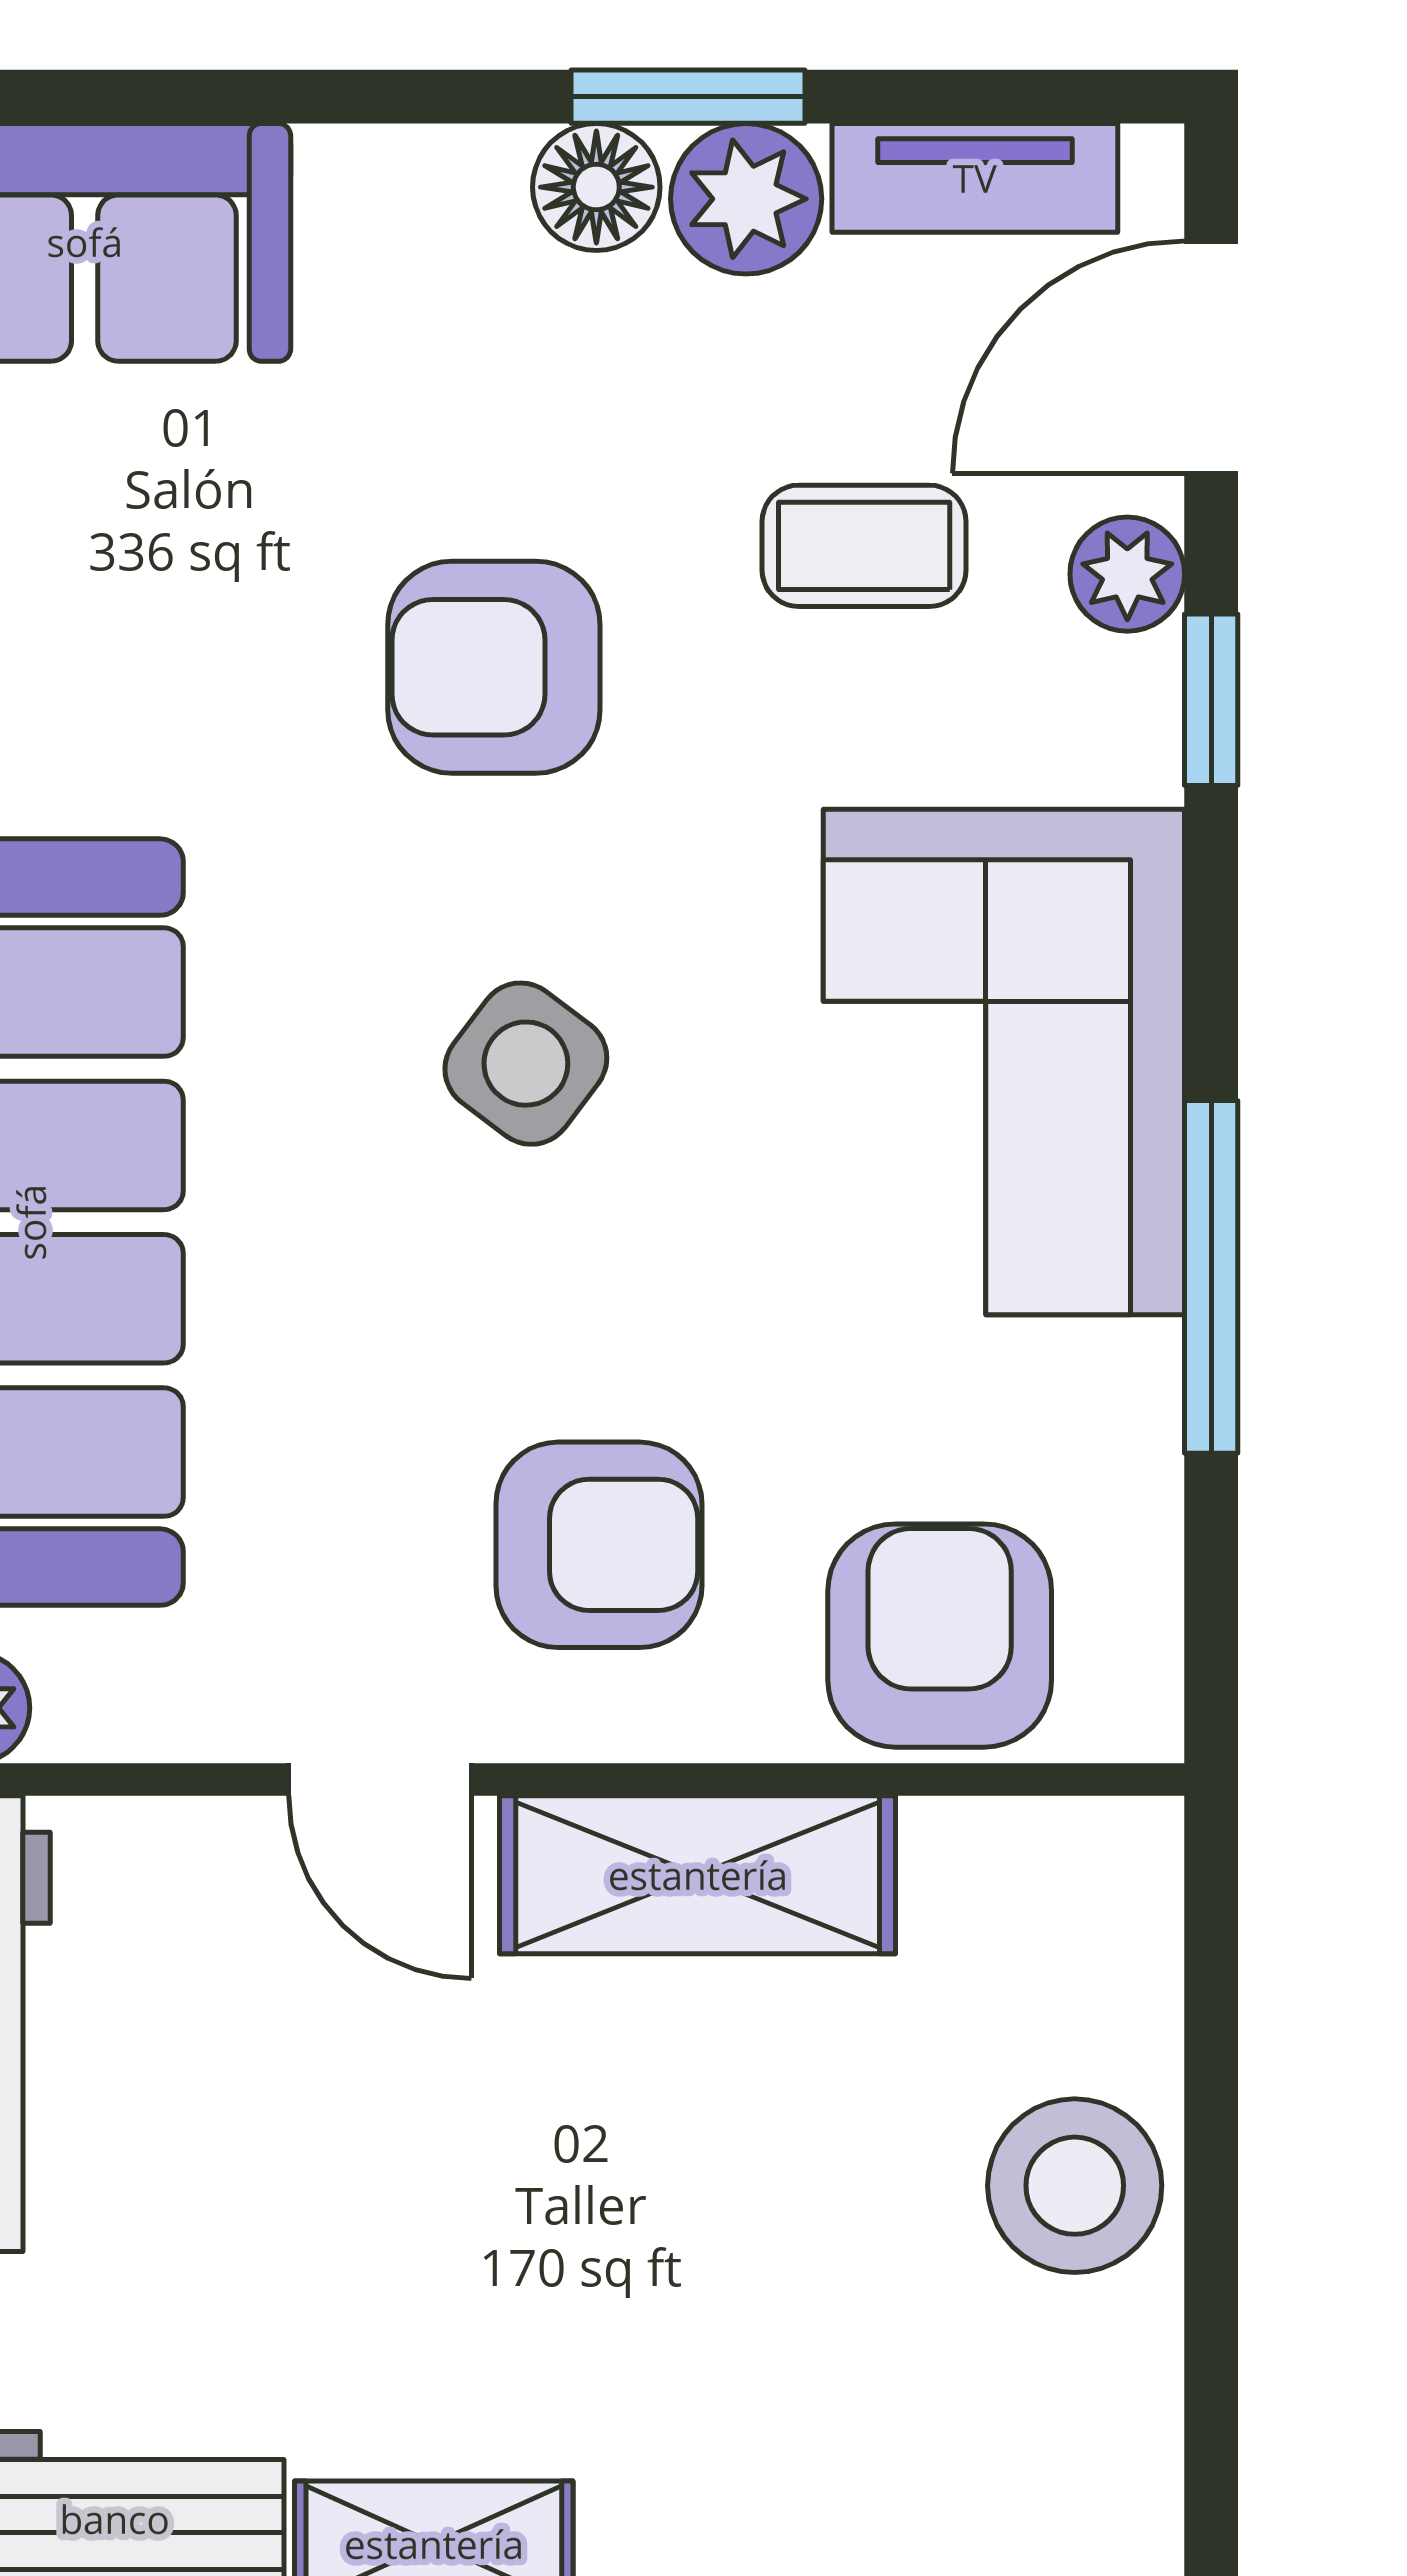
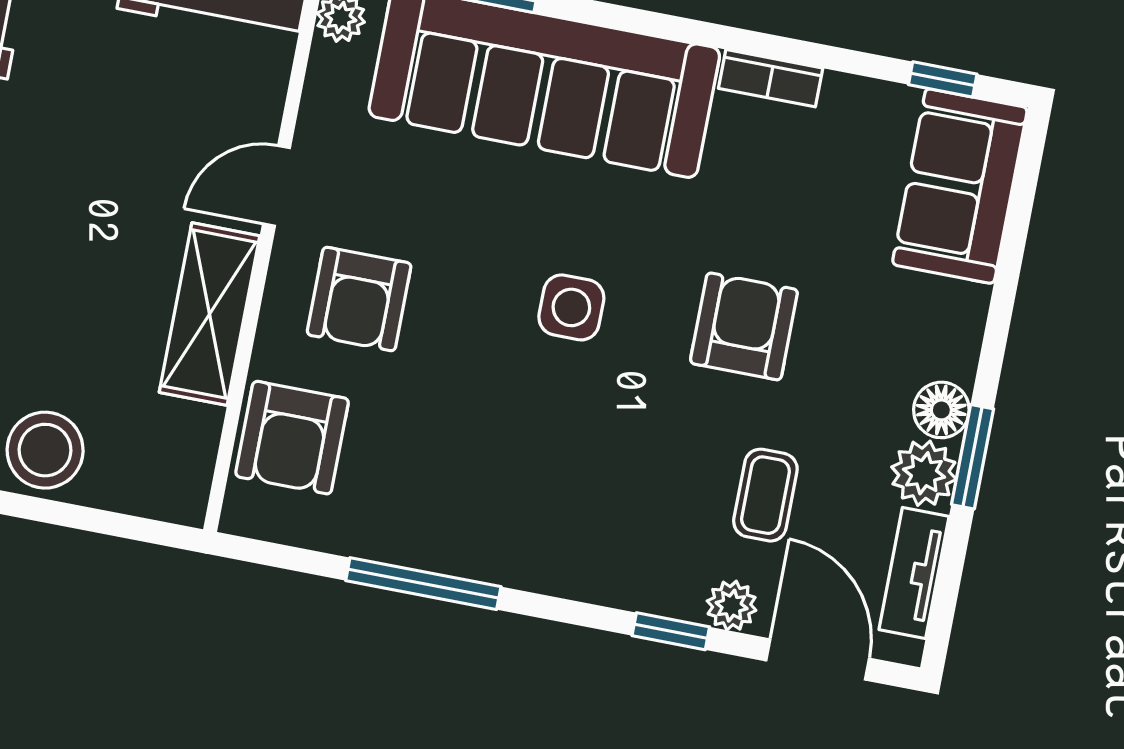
corner sofa: (1004, 1062) -> (533, 512), removed
side table: (526, 1064) -> (571, 307), turned -37
armchair: (940, 1636) -> (292, 438), turned 90

